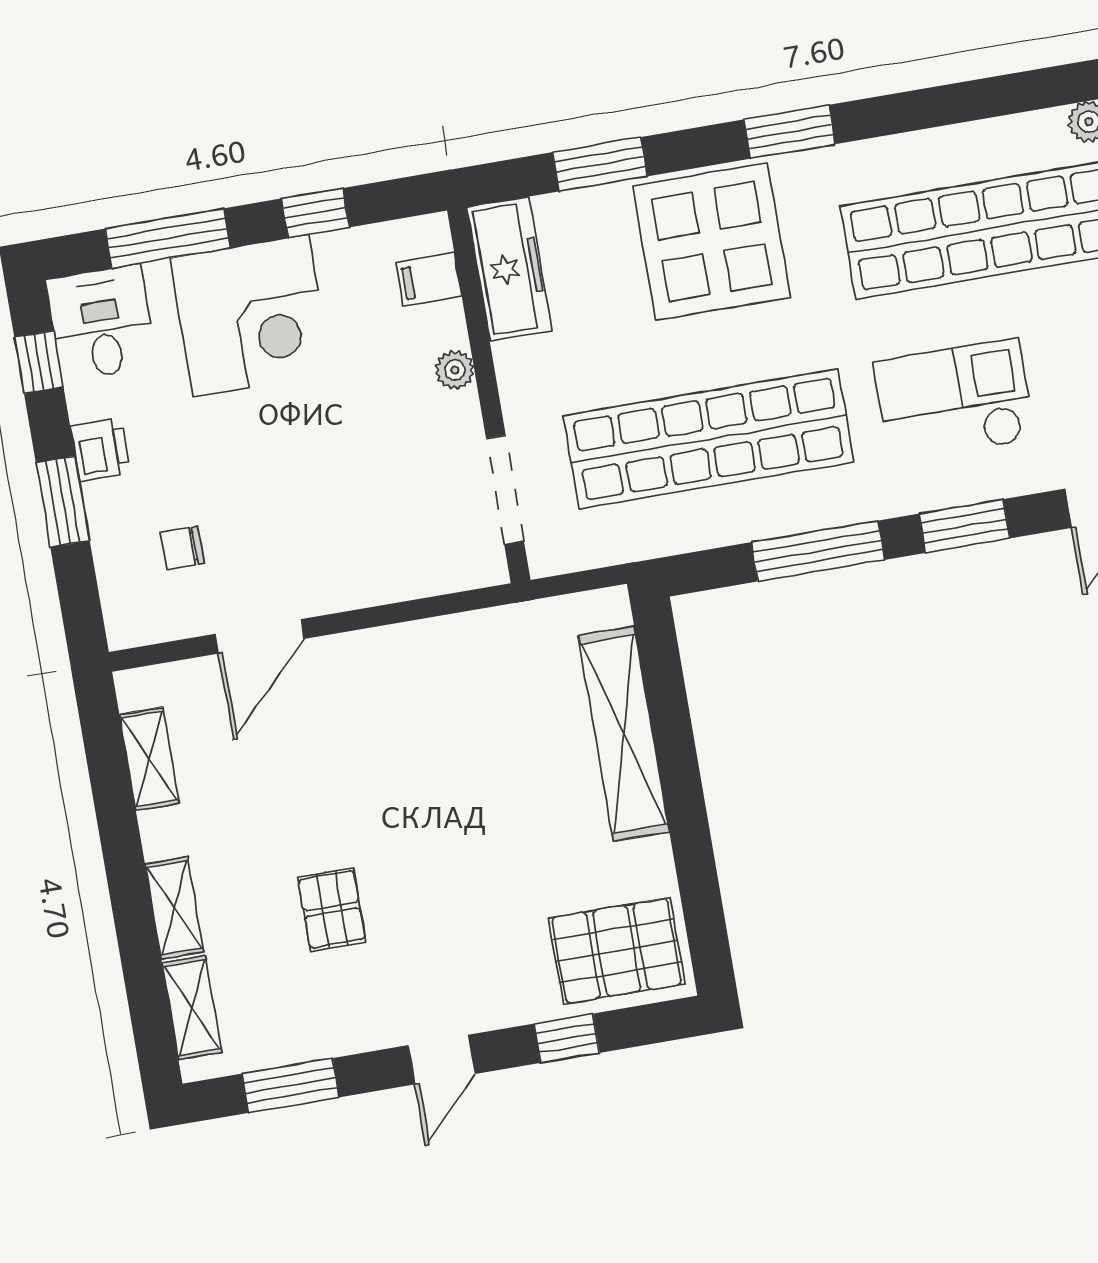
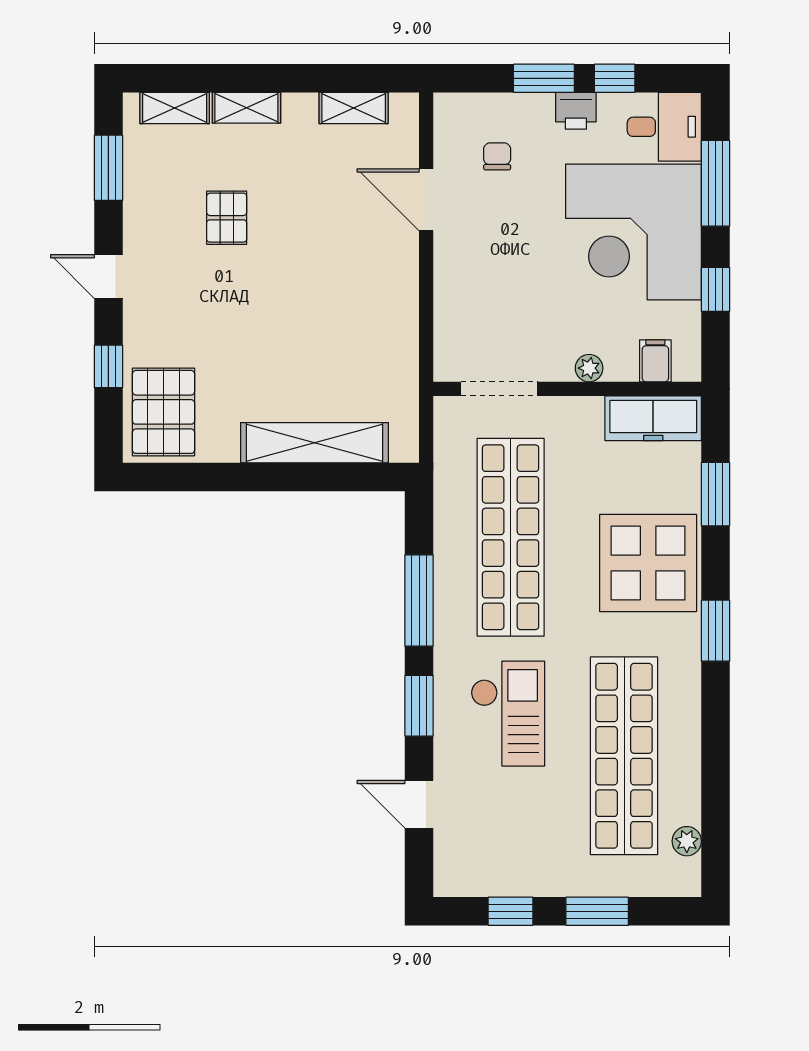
corner desk: (251, 316) -> (633, 232), width x1.36, depth x1.36
window: (39, 362) -> (615, 78), moved
pallet: (332, 909) -> (227, 218), turned 90

